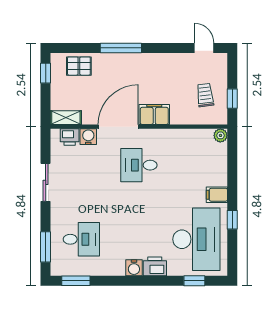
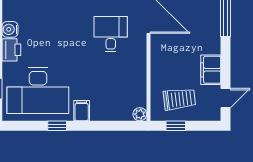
trolley: (205, 95) -> (179, 99), width x1.36, depth x1.39
filing cabinet: (154, 114) -> (211, 70), moved, turned 180

